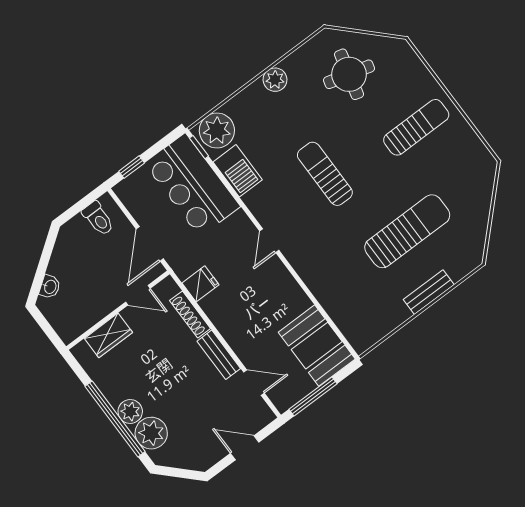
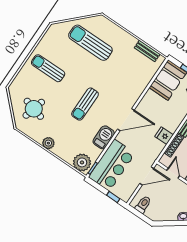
barbecue: (238, 171) -> (104, 137), moved
sun lounger: (407, 231) -> (90, 43), moved
door: (269, 241) -> (126, 120), width x1.87
fridge: (200, 284) -> (164, 136), moved
bench: (429, 292) -> (147, 51), moved

